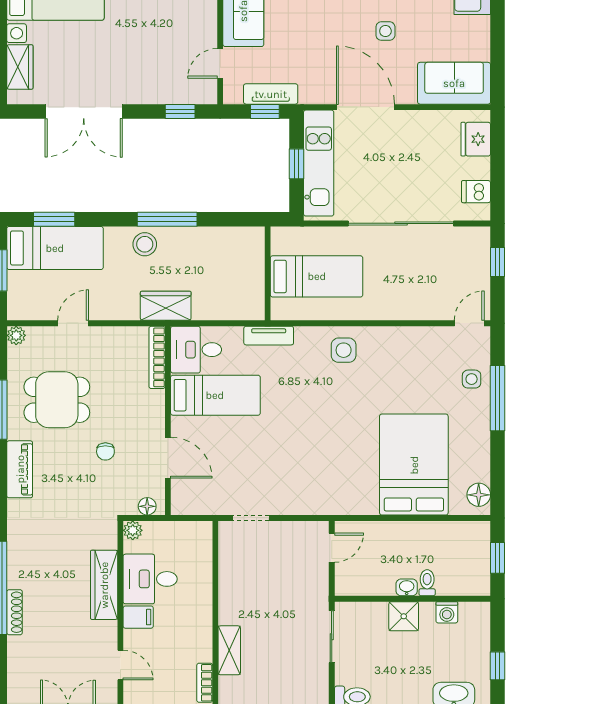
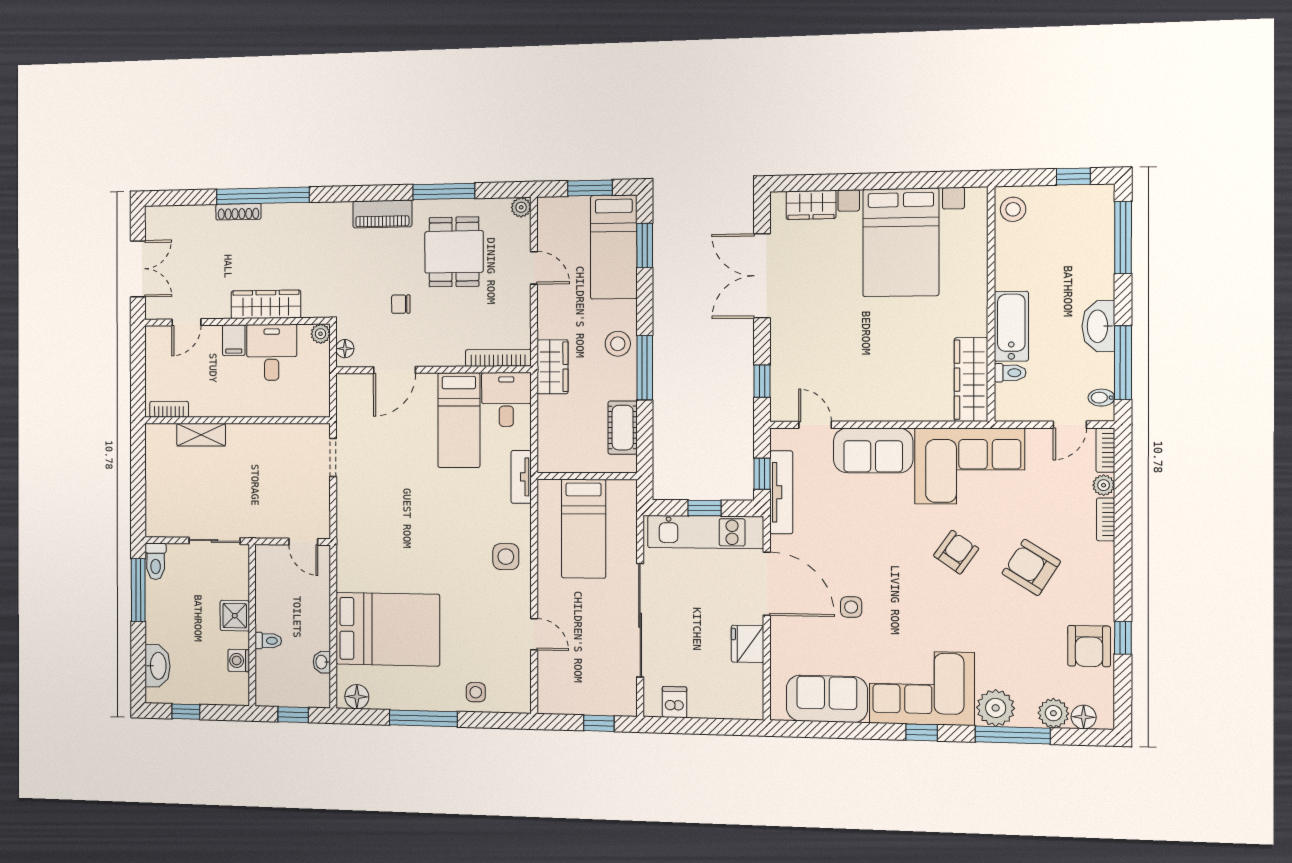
sofa: (454, 83) -> (827, 699), moved, turned -90
tv unit: (271, 94) -> (781, 492), width x1.41
door: (365, 107) -> (767, 584), hinge flipped
fridge: (476, 139) -> (747, 644), moved, turned -90
cot: (223, 240) -> (623, 428), added
door: (469, 323) -> (534, 634), moved
window: (498, 398) -> (423, 718), moved
washbasin: (407, 587) -> (322, 662), moved, turned 180

